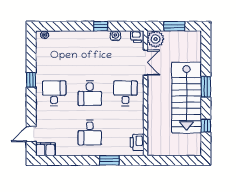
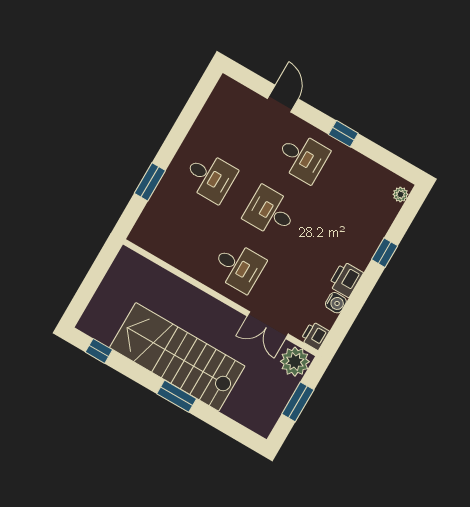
window: (101, 26) -> (385, 253), moved
window: (206, 126) -> (99, 351), moved
desk: (90, 133) -> (210, 177), turned 180
door: (31, 134) -> (283, 99), moved
printer: (137, 142) -> (346, 279), moved, turned -90
filing cabinet: (46, 149) -> (224, 94), removed

